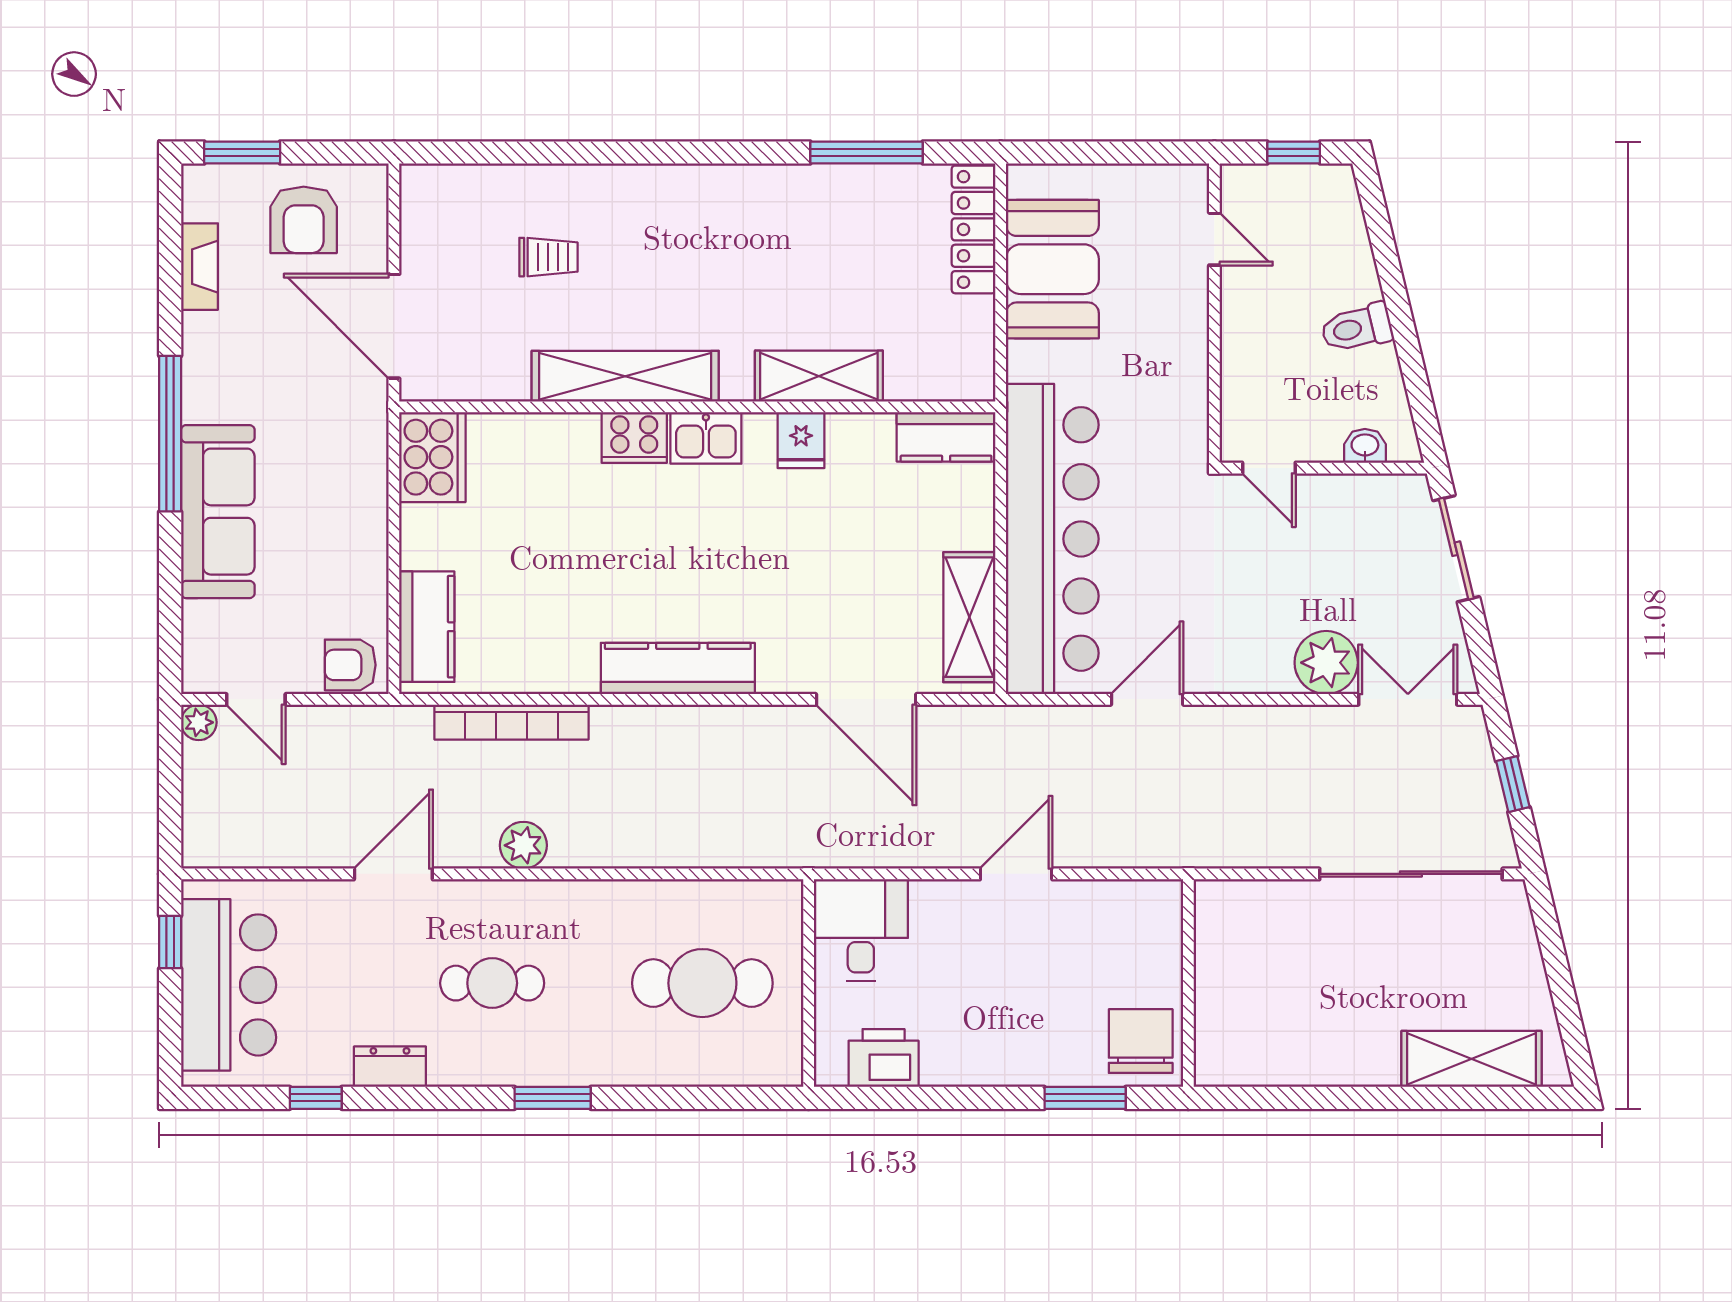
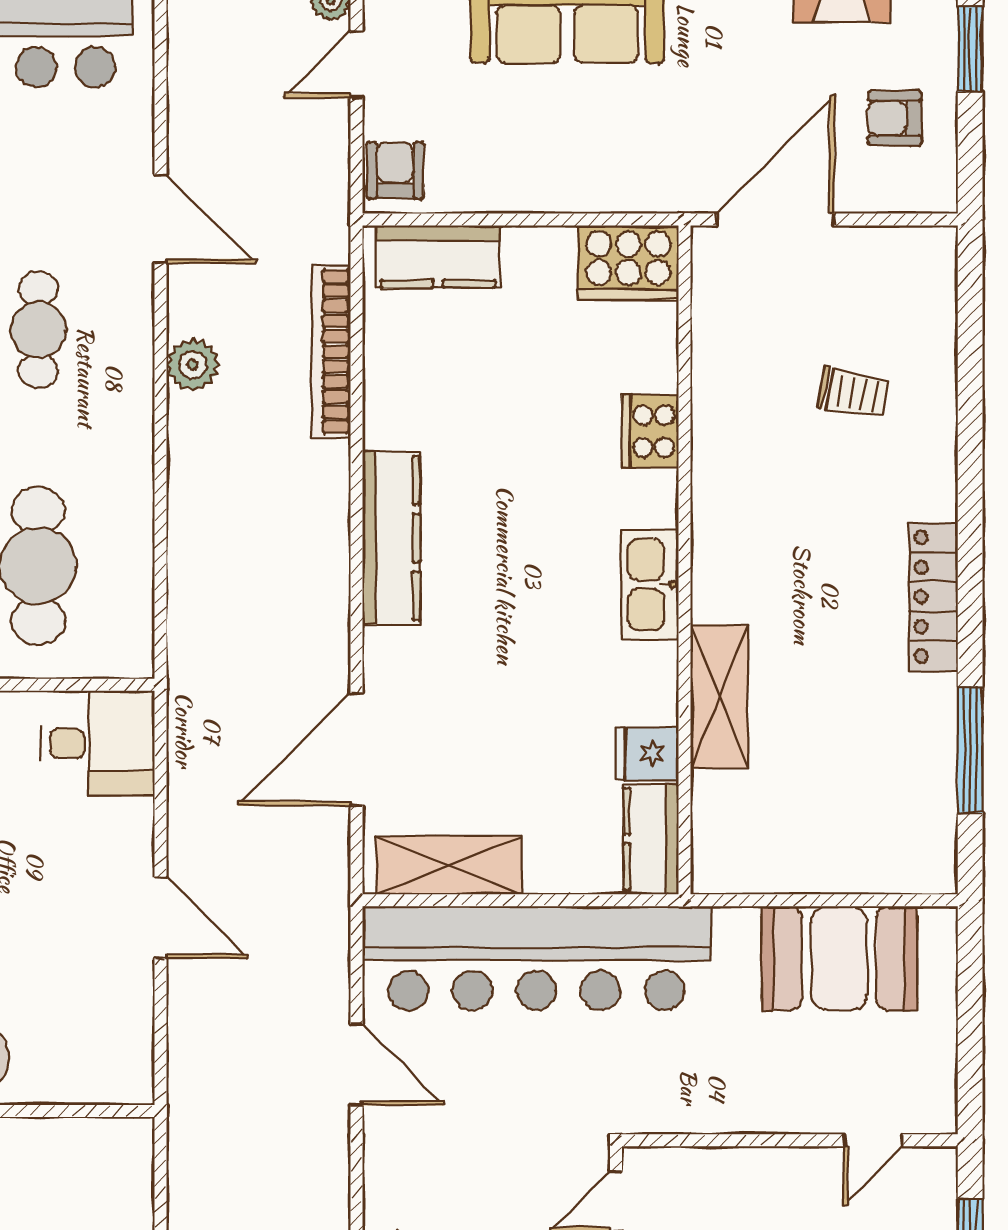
armchair: (304, 220) -> (895, 118), width x0.72, depth x0.72
locker: (974, 229) -> (933, 597), moved, turned -90
trolley: (548, 257) -> (853, 393), turned -79
shelving: (625, 376) -> (719, 479), removed
cooker: (634, 438) -> (650, 431), moved
kitchen sink: (706, 438) -> (650, 585), width x1.38
fridge: (801, 440) -> (647, 754), moved

